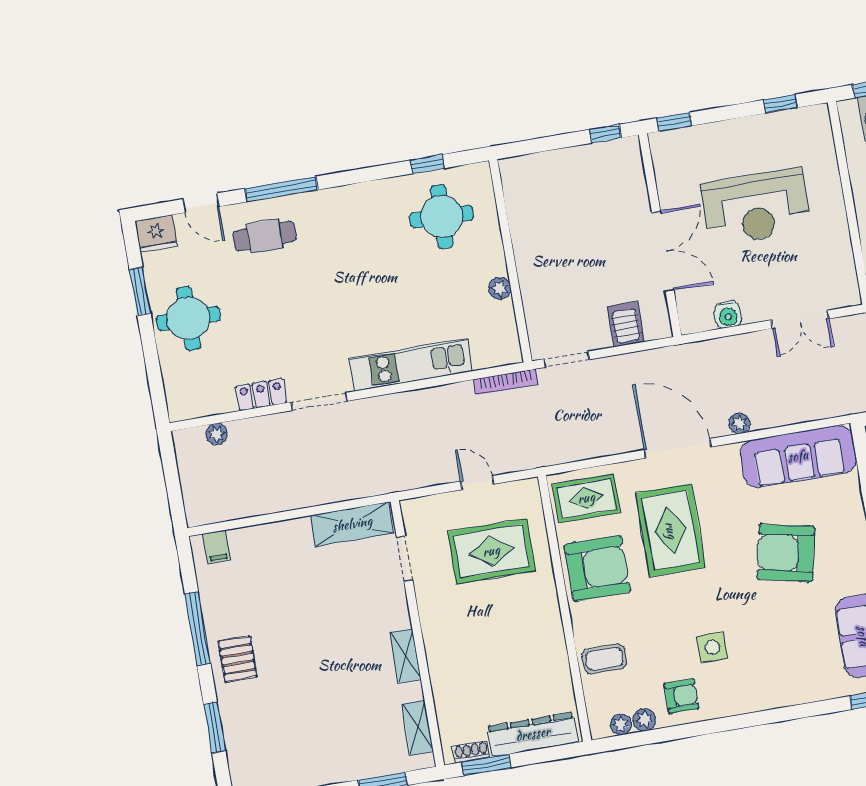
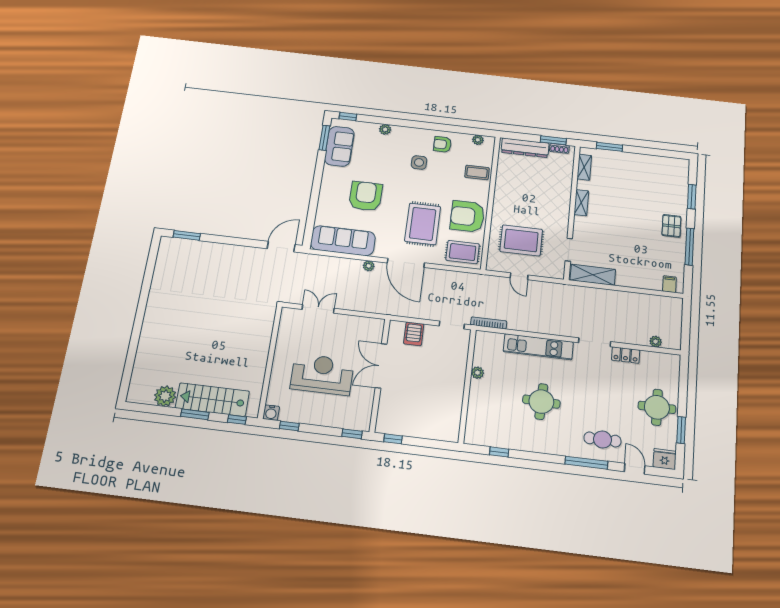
round table: (442, 217) -> (541, 402), moved
water cooler: (728, 315) -> (271, 413), moved, turned 180
armchair: (786, 553) -> (366, 196), turned -102
plant: (644, 720) -> (385, 129), moved

